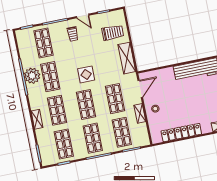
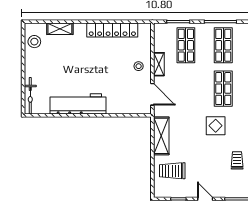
trolley: (73, 34) -> (237, 160), moved
door: (140, 89) -> (152, 94), swing flipped
shop shelf: (115, 99) -> (186, 89), removed

